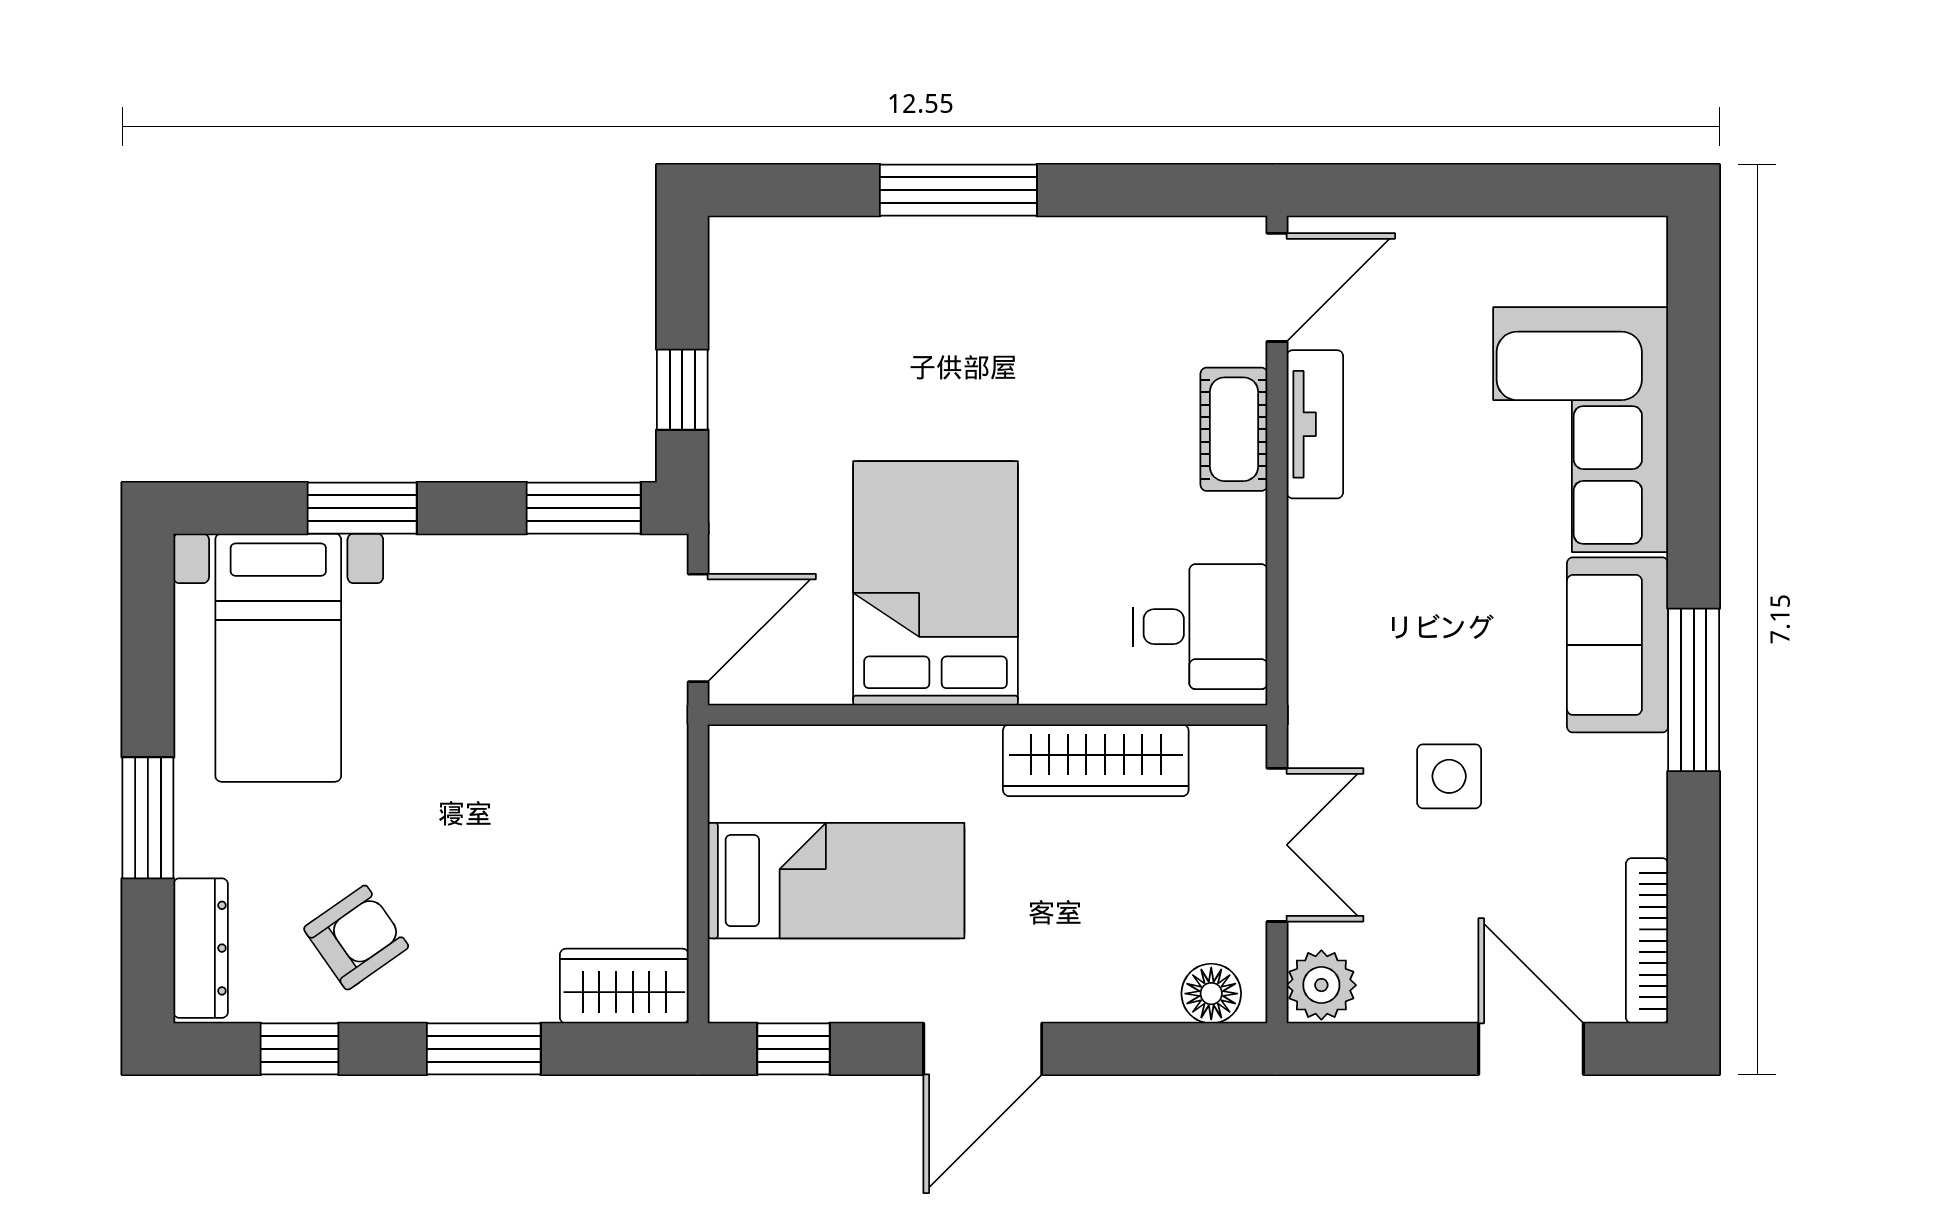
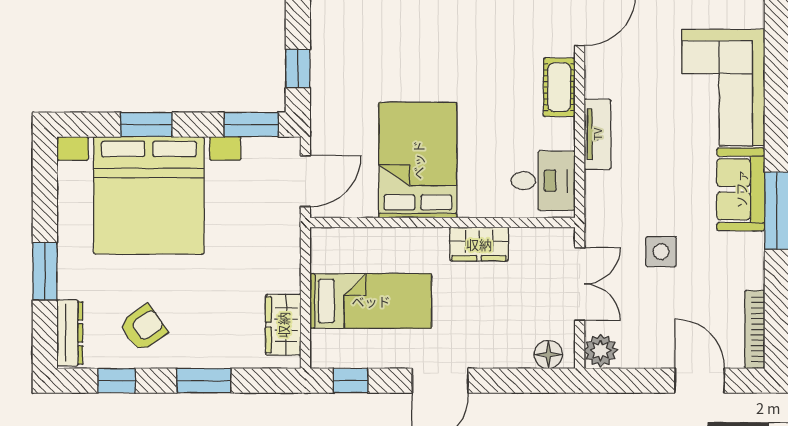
tv unit: (1315, 424) -> (597, 134), moved
bed with nightstands: (278, 658) -> (149, 195), width x1.85
wardrobe: (1096, 760) -> (479, 244), width x0.67
wardrobe: (624, 986) -> (283, 325), moved, turned -90

